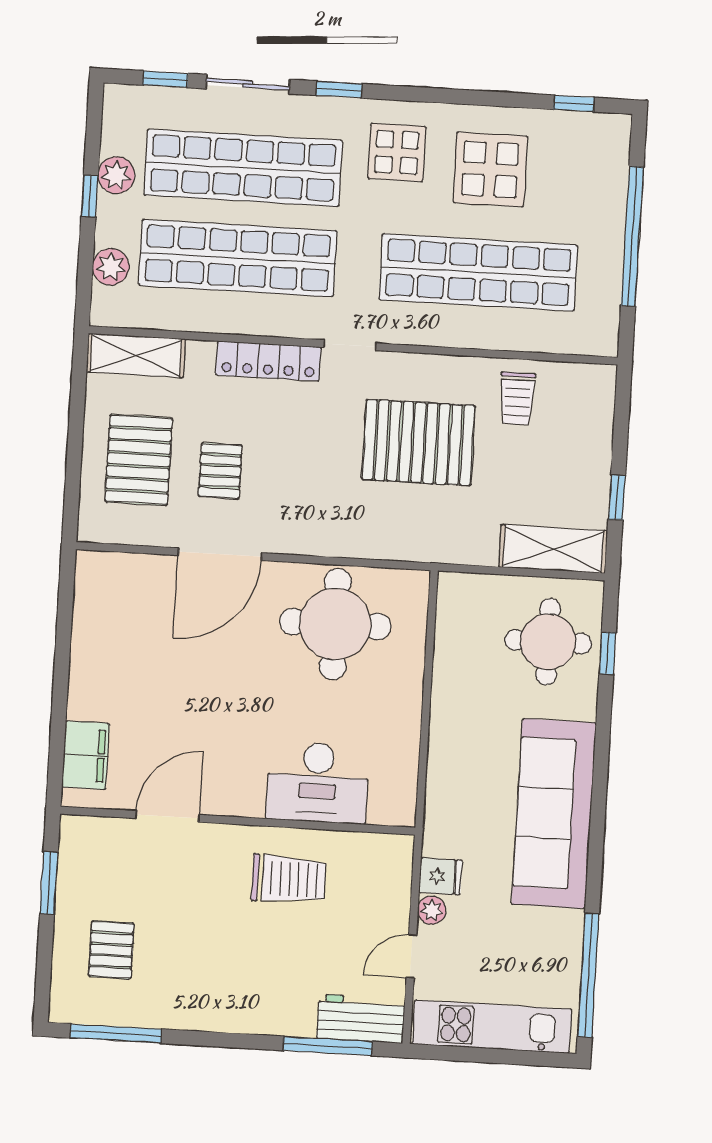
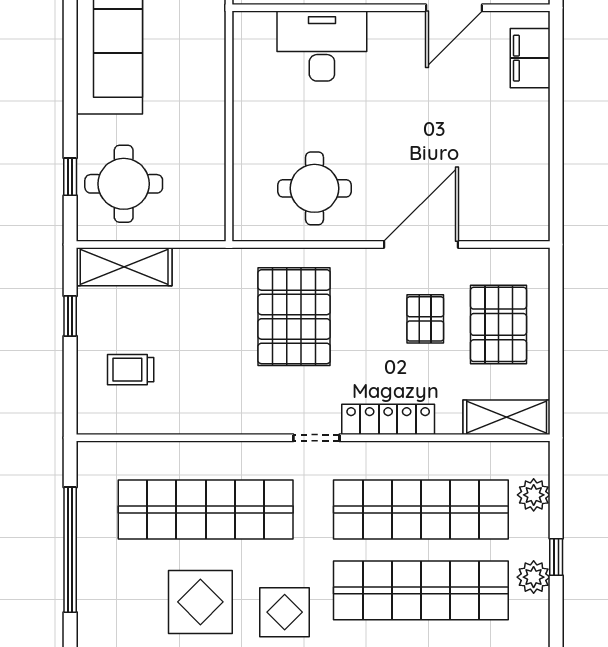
trolley: (517, 399) -> (131, 370), moved, turned -90
pallet: (418, 443) -> (294, 317), moved, turned 90
round table: (335, 624) -> (314, 188), width x0.73, depth x0.73

